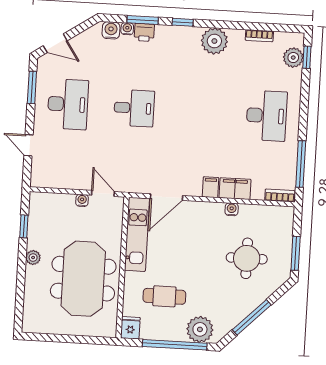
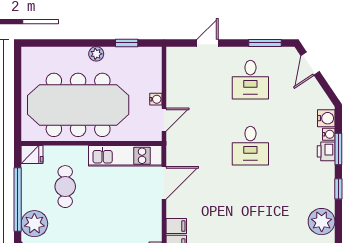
desk: (68, 104) -> (250, 80), width x0.73
door: (166, 197) -> (164, 183), swing flipped
meeting table: (83, 279) -> (78, 105), width x1.36

